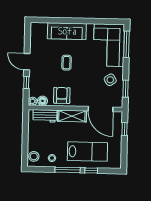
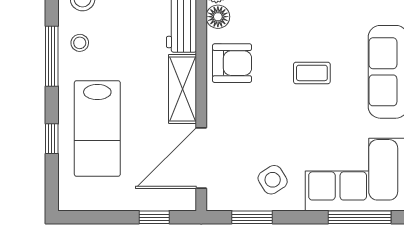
window: (68, 170) -> (52, 56), moved

